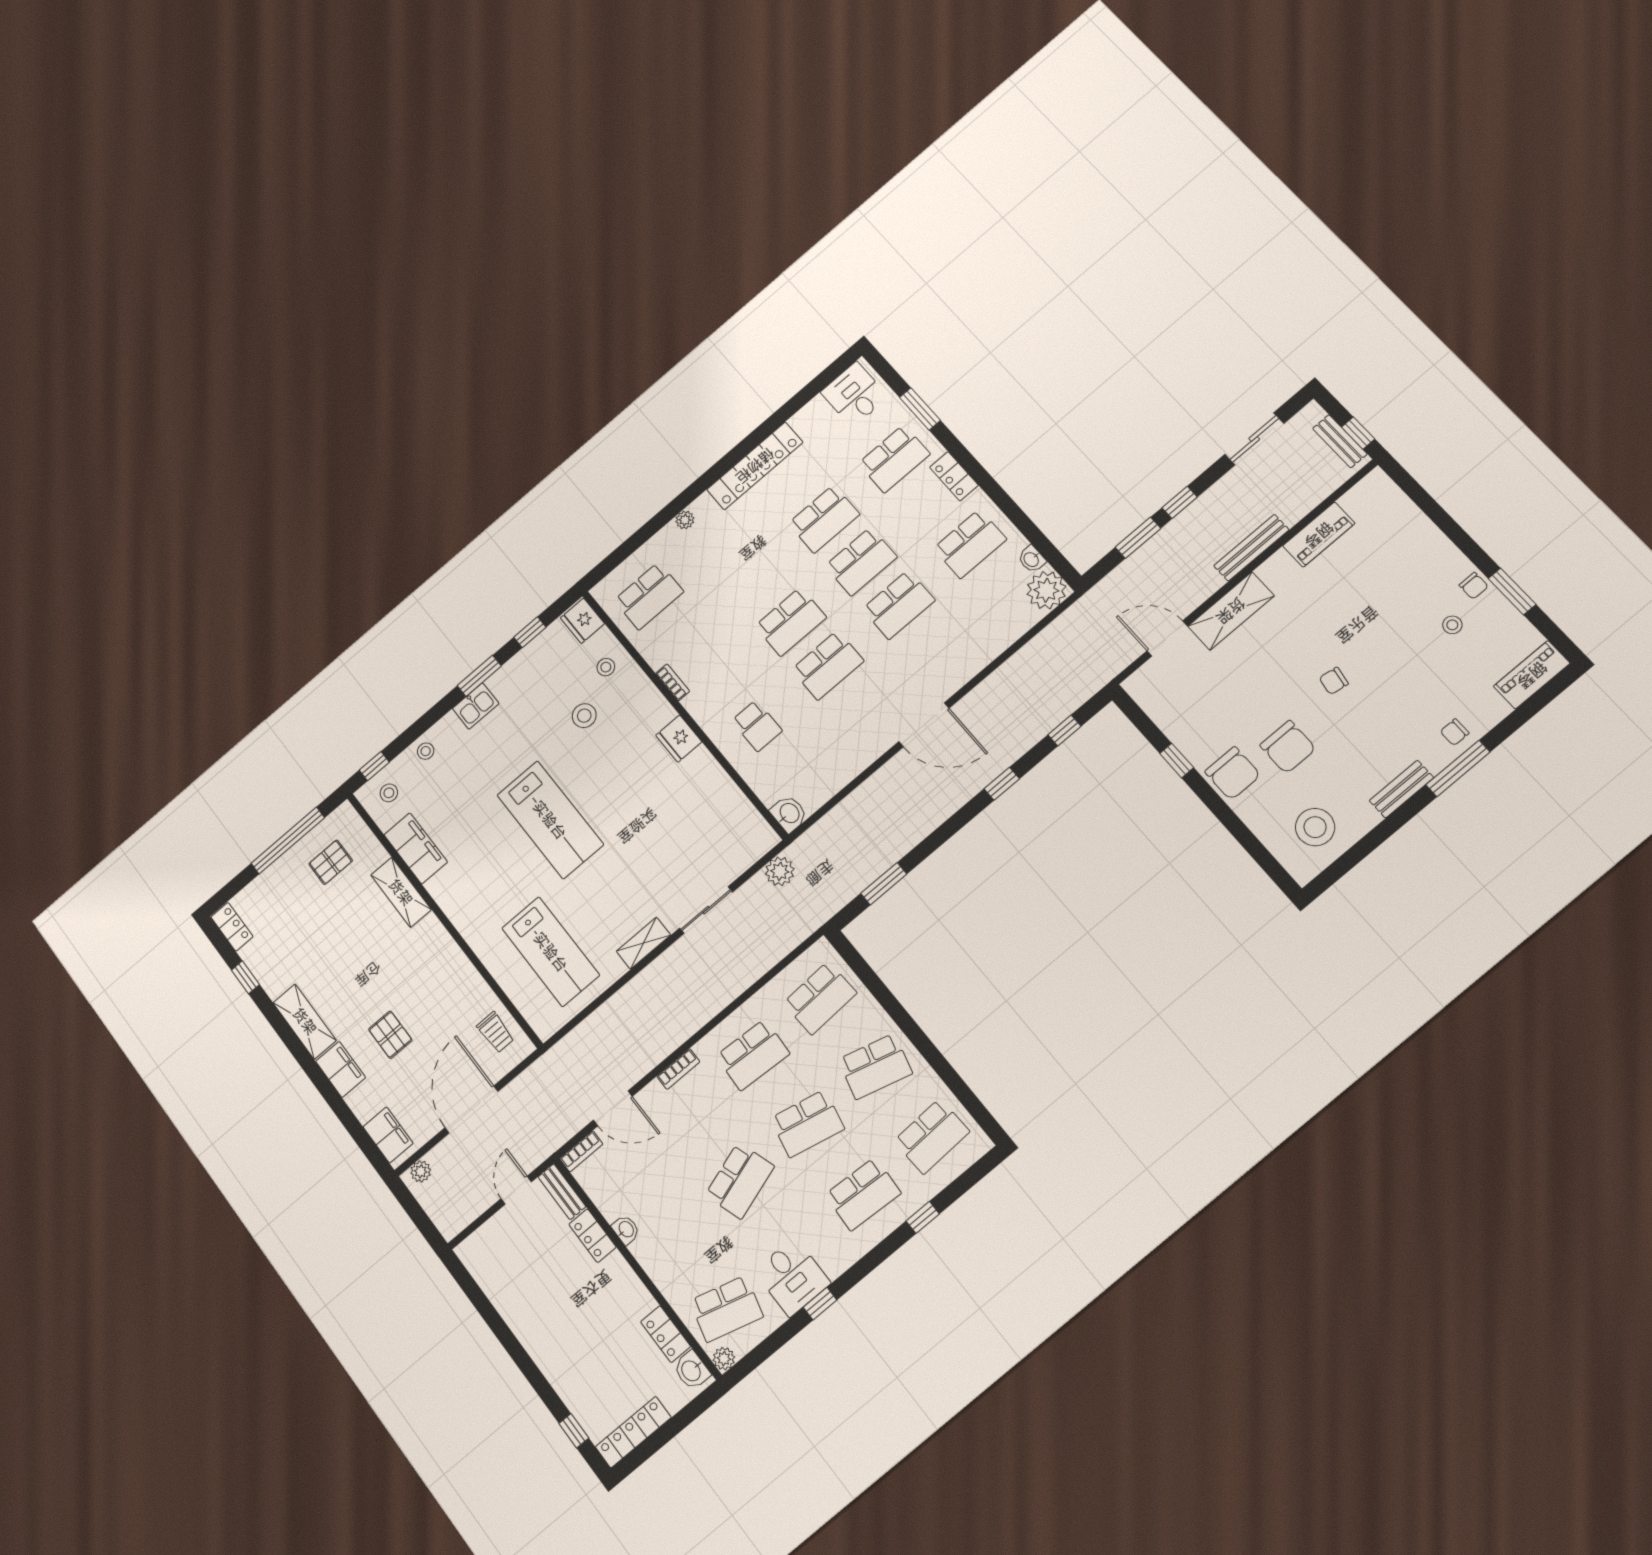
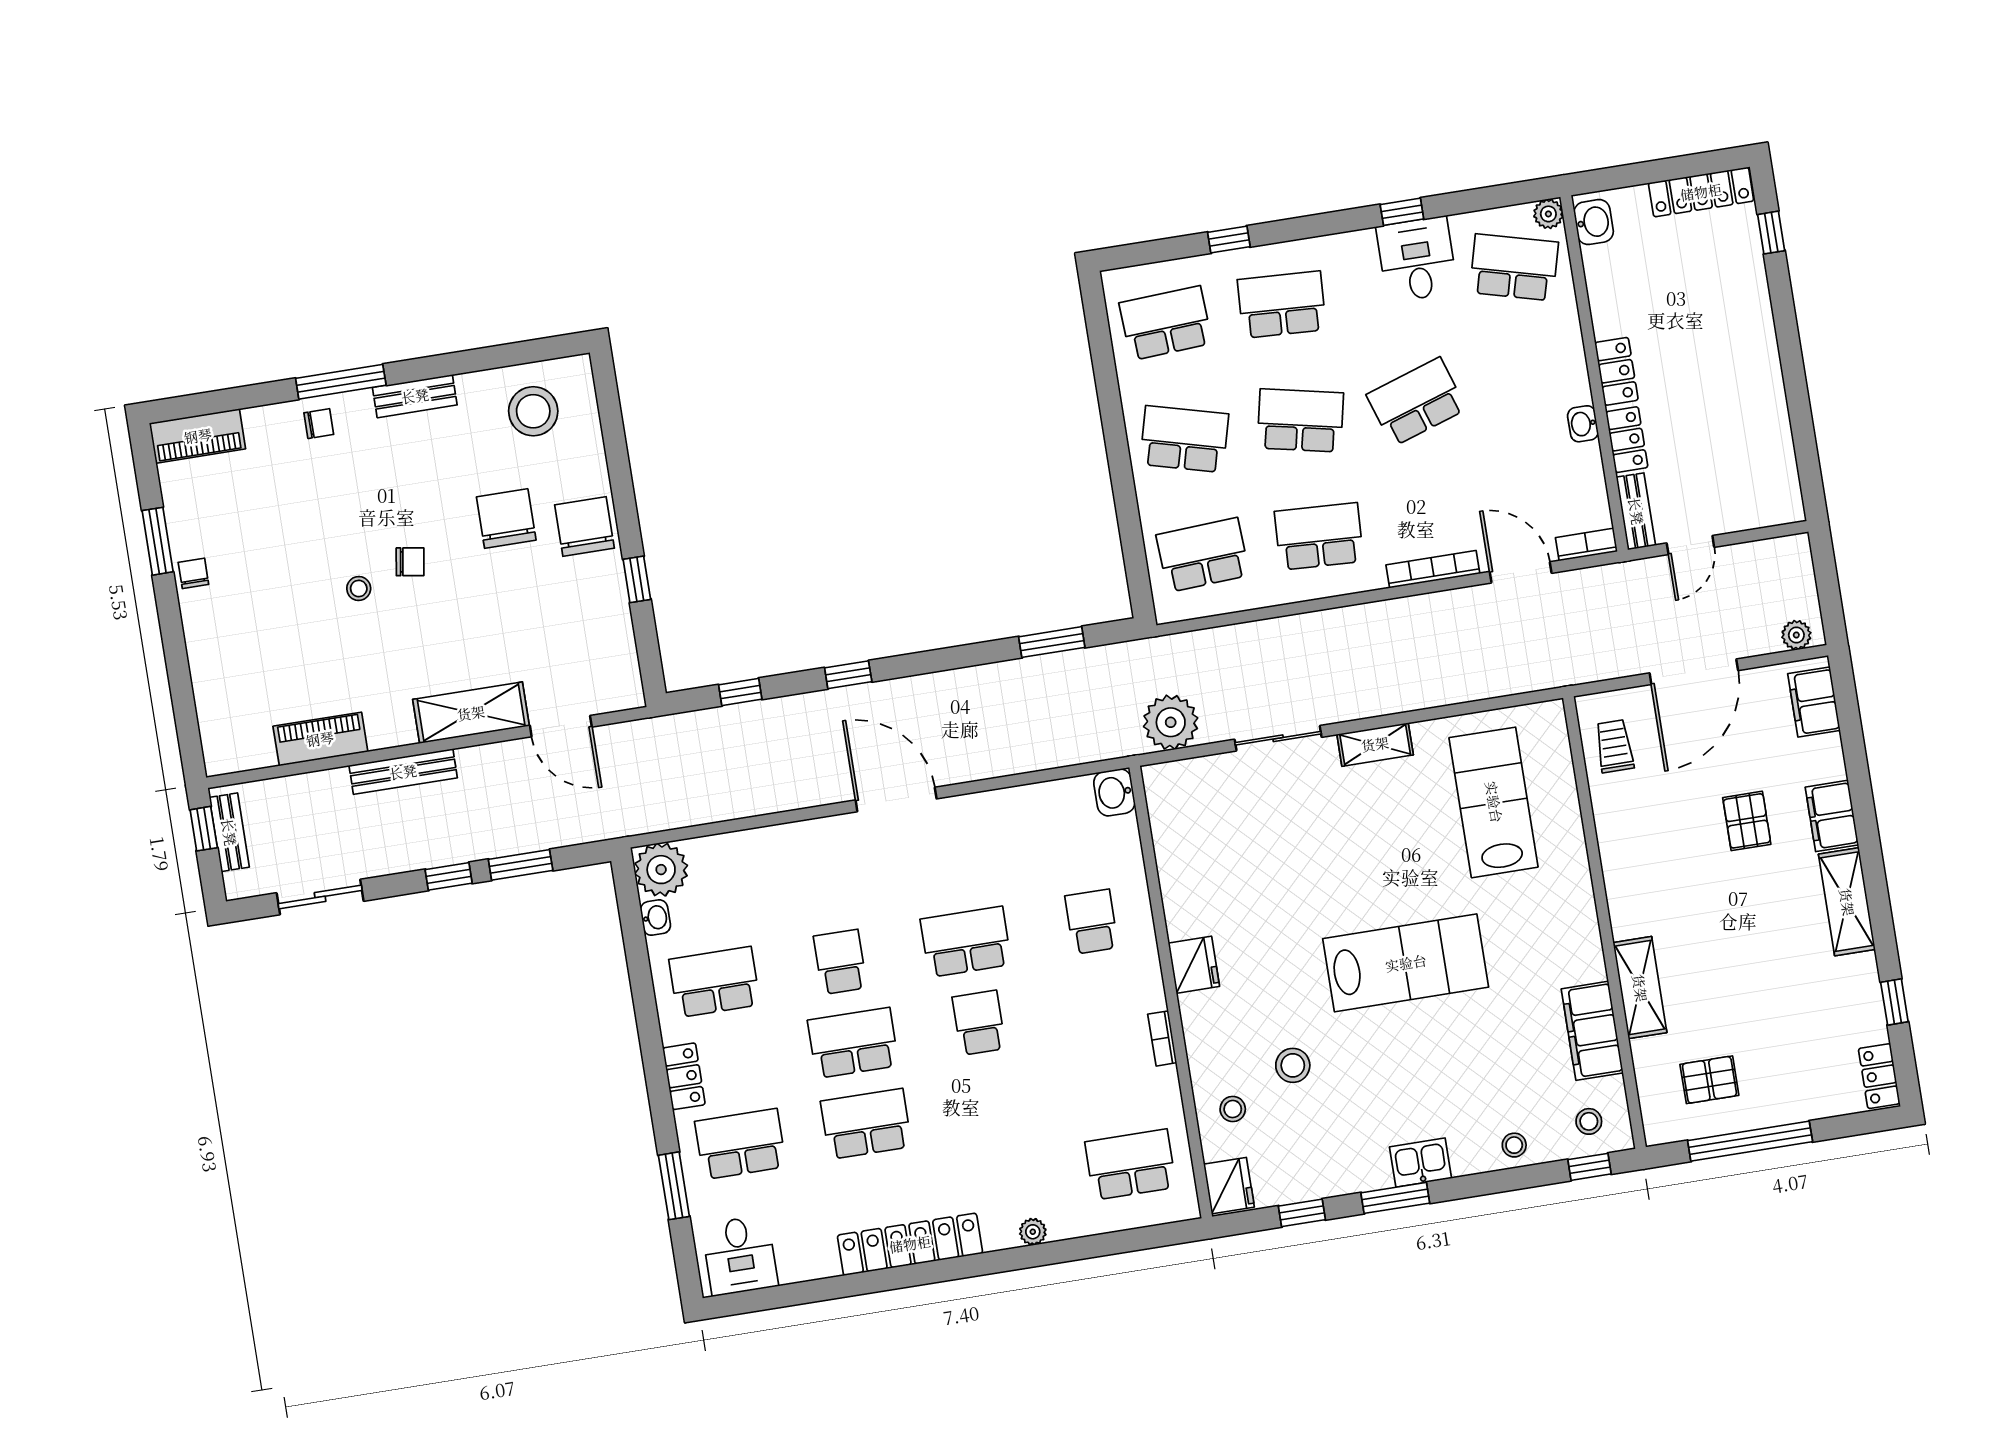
school desk: (899, 605) -> (840, 962), width x0.54
school desk: (791, 622) -> (979, 1023), width x0.54
stool: (1452, 625) -> (359, 589), moved
lab bench: (550, 820) -> (1406, 963), turned 90
plant: (780, 871) -> (1171, 722), width x1.36, depth x1.36
bookcase: (678, 1069) -> (1433, 569), width x1.56
locker: (666, 1334) -> (1616, 371), moved

